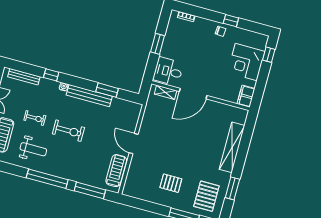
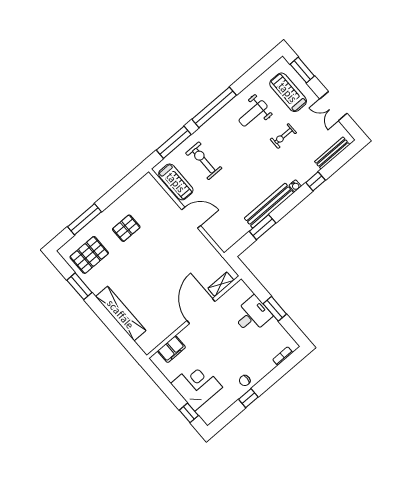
desk: (168, 71) -> (252, 315), moved
filing cabinet: (246, 96) -> (171, 349), moved, turned 90
exercise bike: (68, 131) -> (204, 161), moved, turned 90
pallet: (206, 196) -> (89, 255), turned 90

